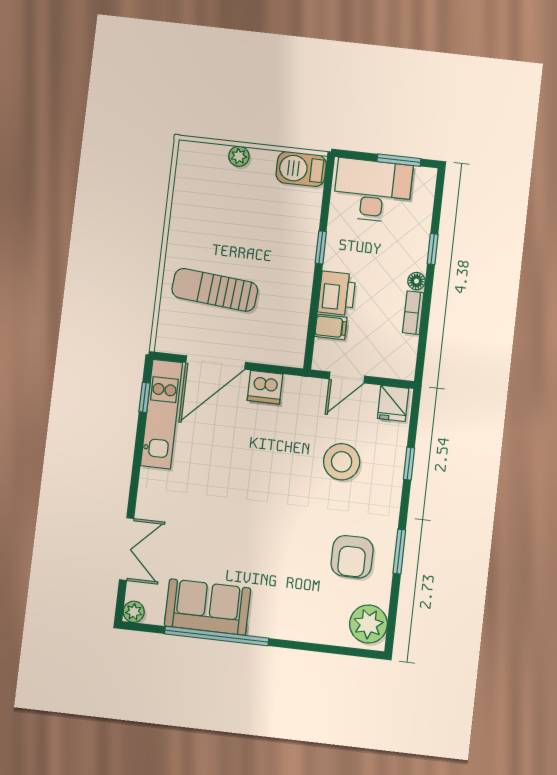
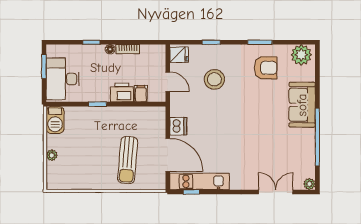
sofa: (207, 607) -> (302, 105), moved

